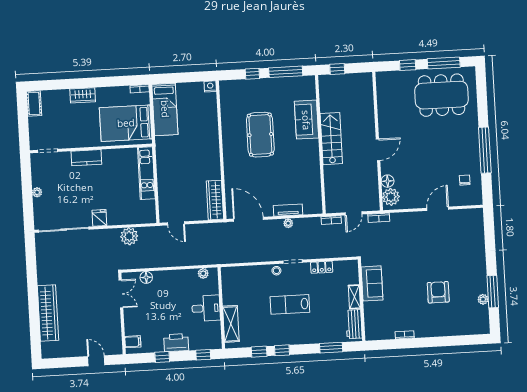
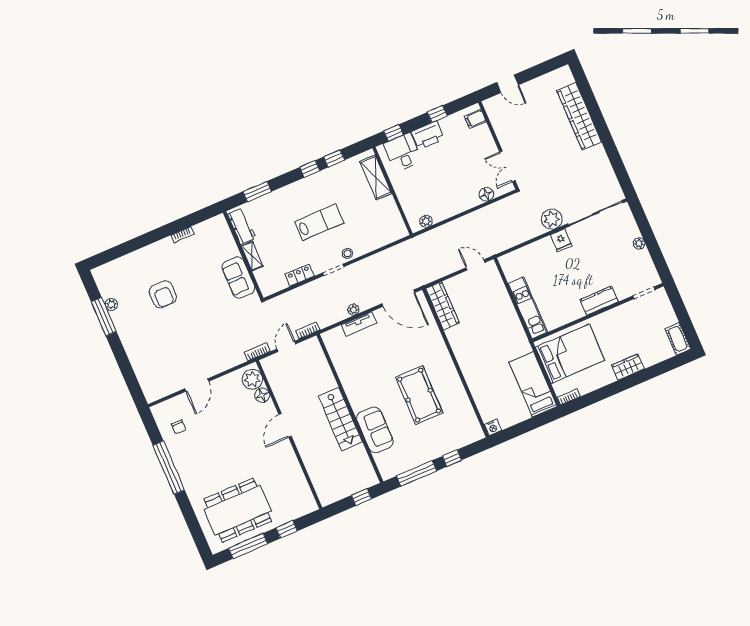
plant: (129, 236) -> (552, 219), moved
desk: (206, 308) -> (403, 153), moved, turned 90

